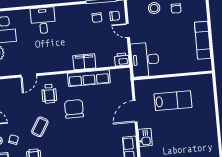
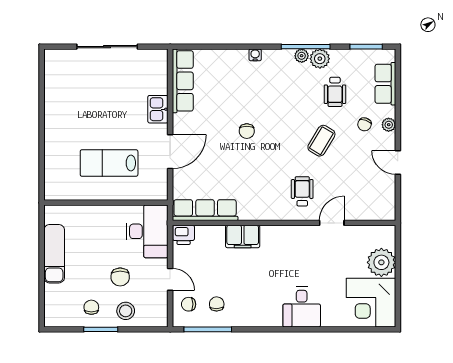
chair: (160, 29) -> (120, 277), added
row of seats: (89, 78) -> (205, 210), moved
chair: (74, 109) -> (247, 131), moved, width x0.54, depth x0.54

